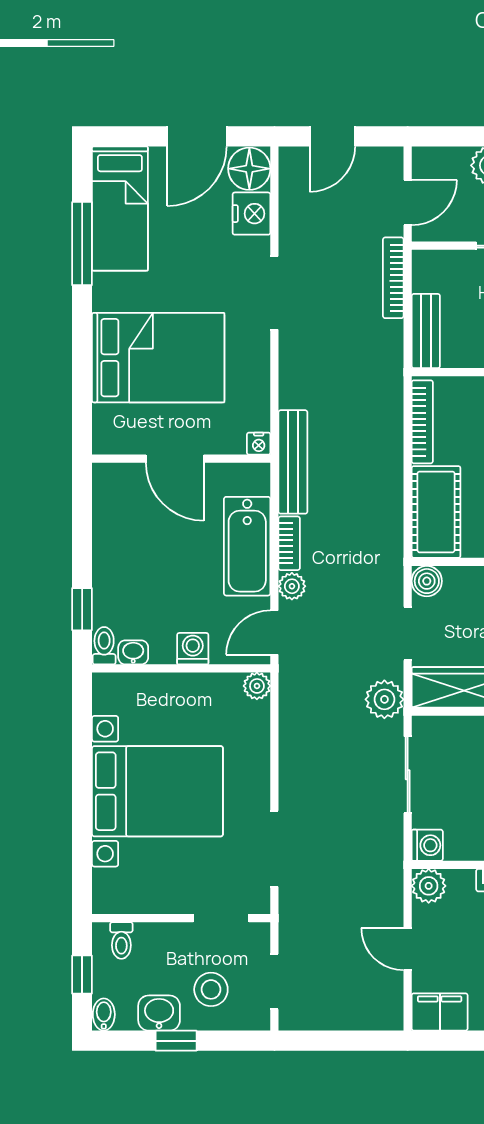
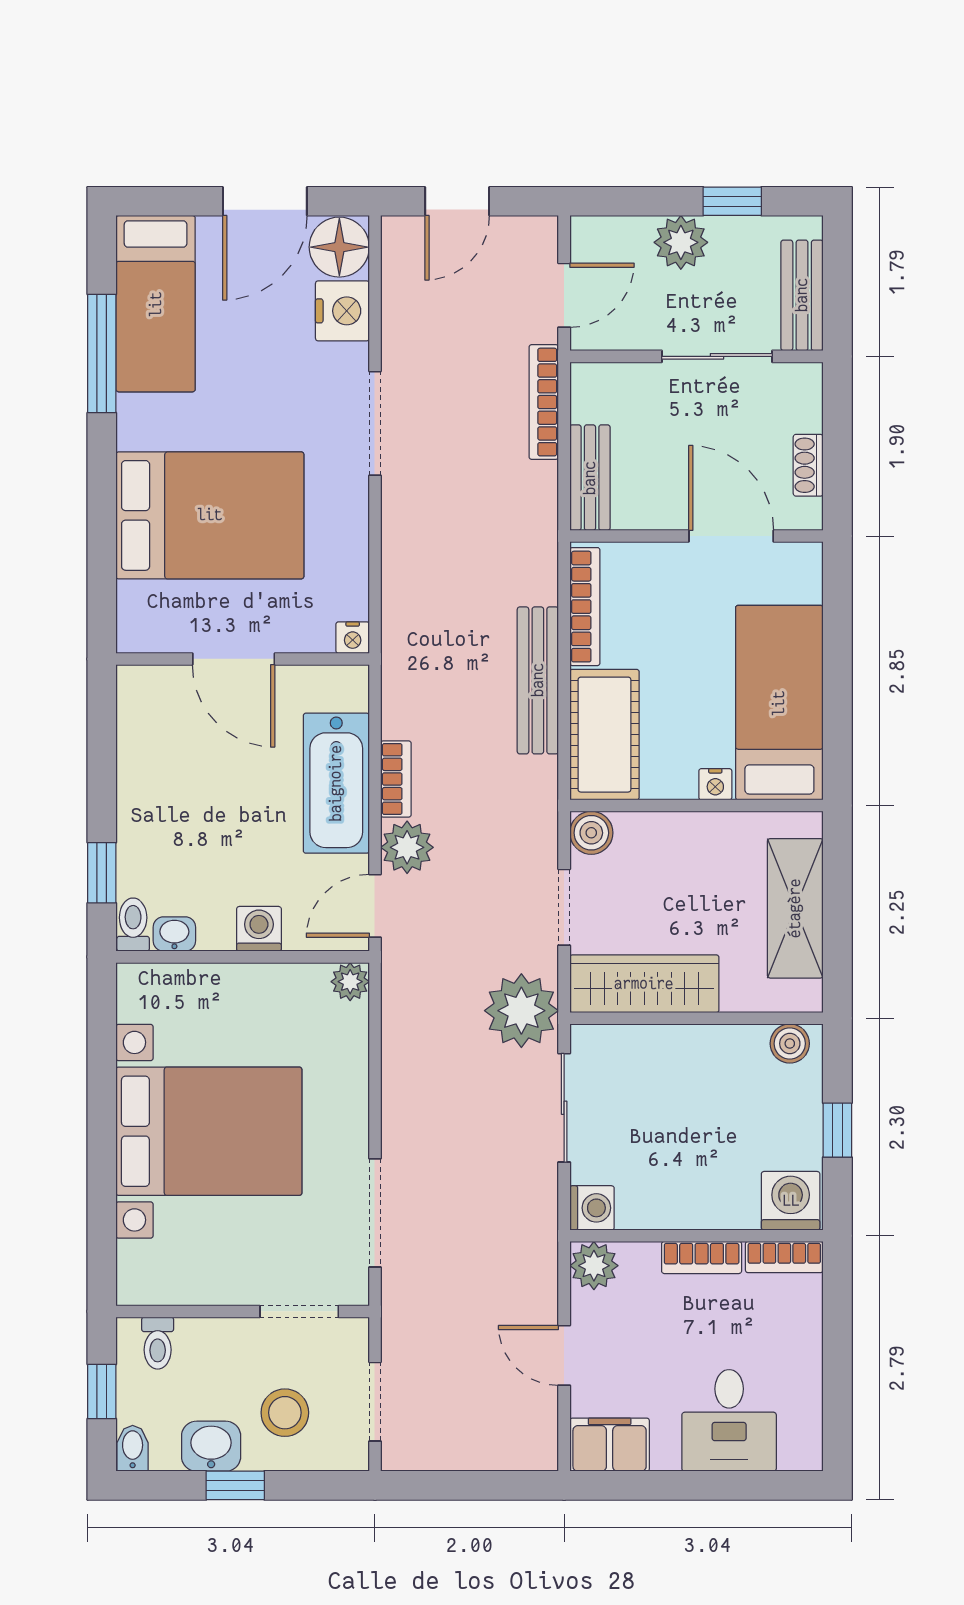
bench: (293, 462) -> (538, 680), moved
plant: (292, 586) -> (407, 847), width x1.38, depth x1.38
plant: (384, 699) -> (521, 1011), width x1.36, depth x1.36

